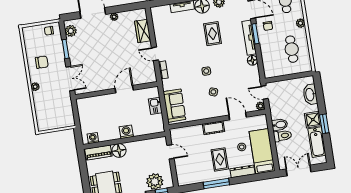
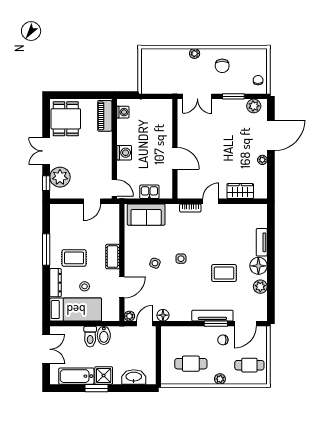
floor lamp: (252, 60) -> (163, 315), moved
door: (157, 135) -> (114, 188), added
floor lamp: (119, 150) -> (103, 141), removed

